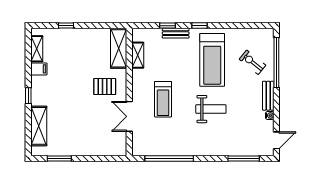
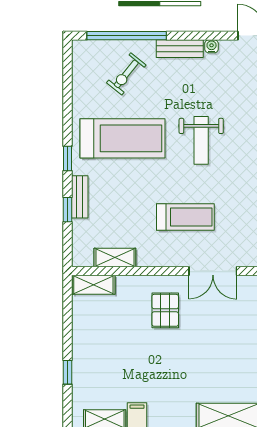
shelving: (119, 48) -> (93, 285), width x0.67, depth x0.75
weight bench: (211, 109) -> (201, 140), turned 180

